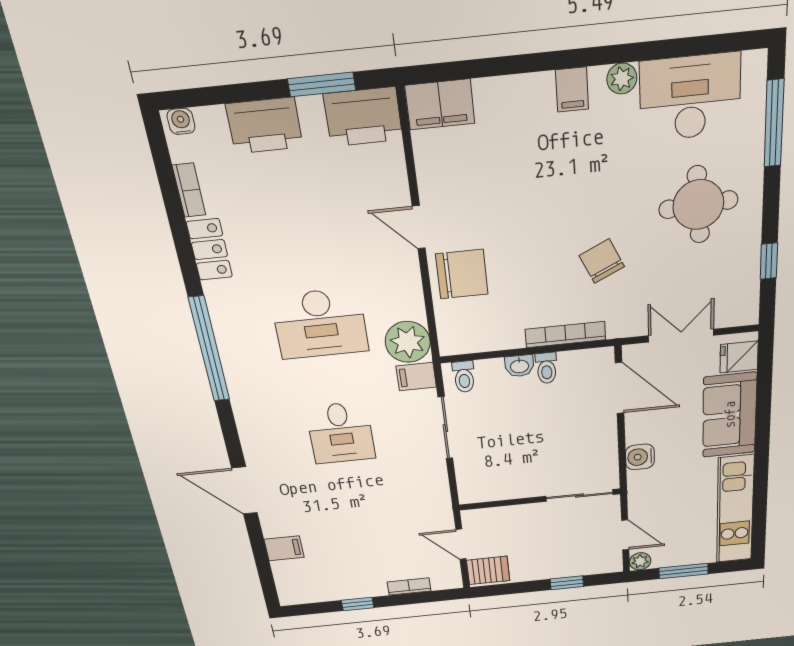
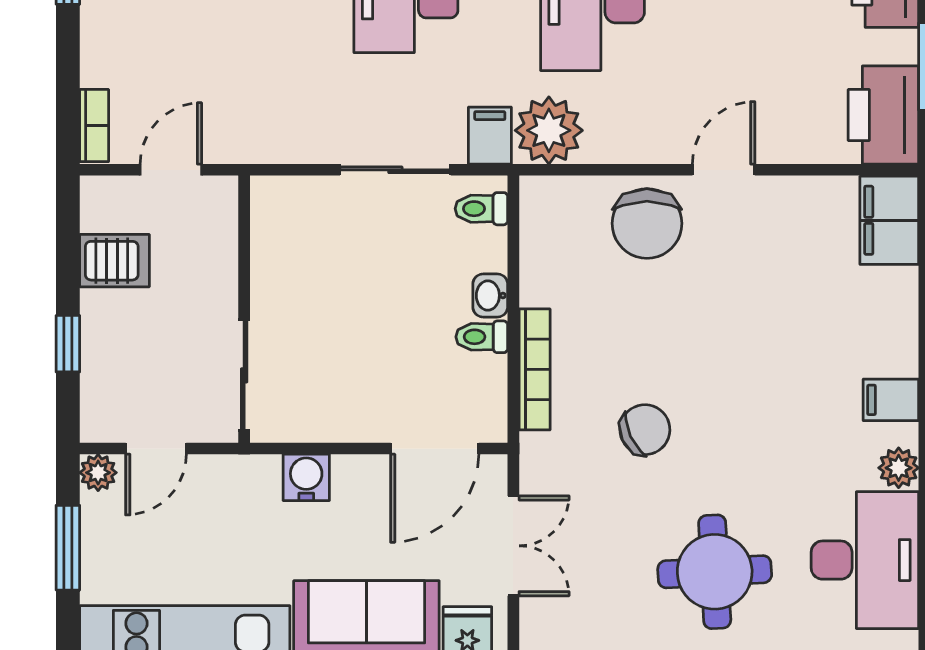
server rack: (488, 570) -> (115, 261), moved, turned -90
bookcase: (409, 586) -> (94, 126), moved

